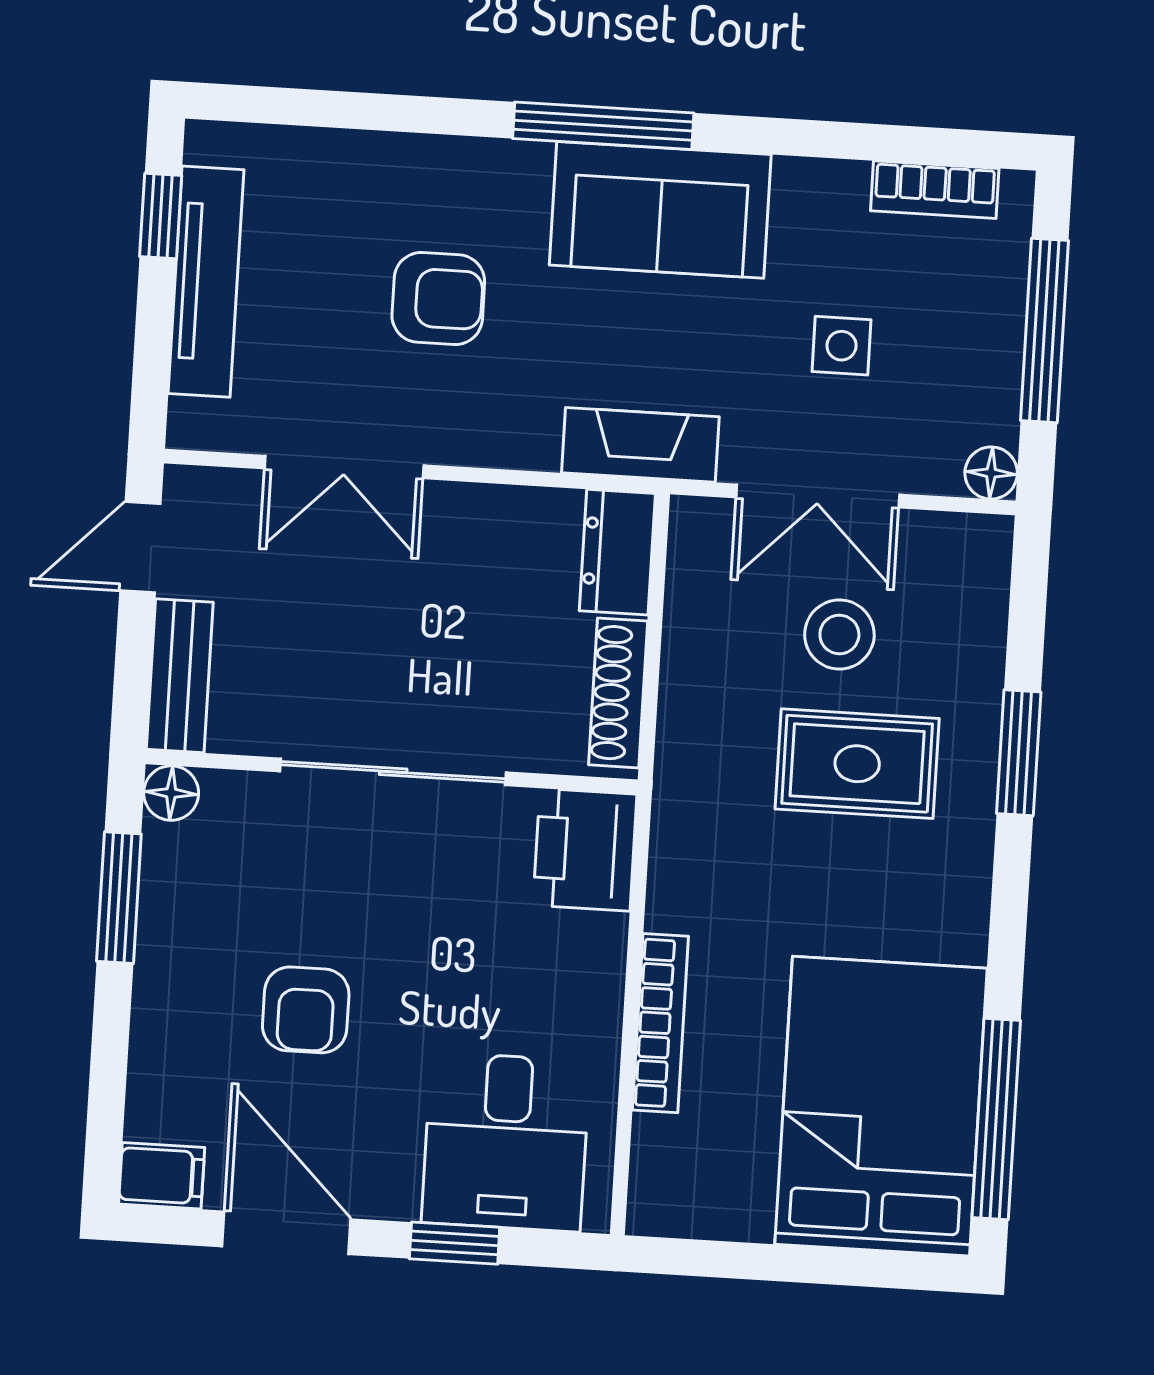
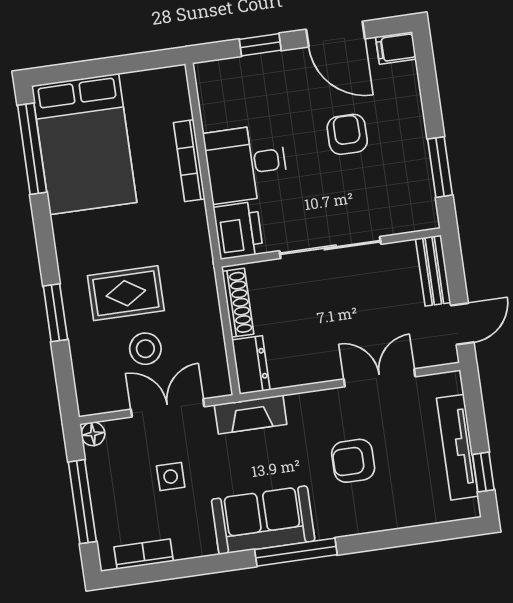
floor lamp: (171, 793) -> (426, 218), removed
desk: (506, 1142) -> (246, 164), moved, turned -90

